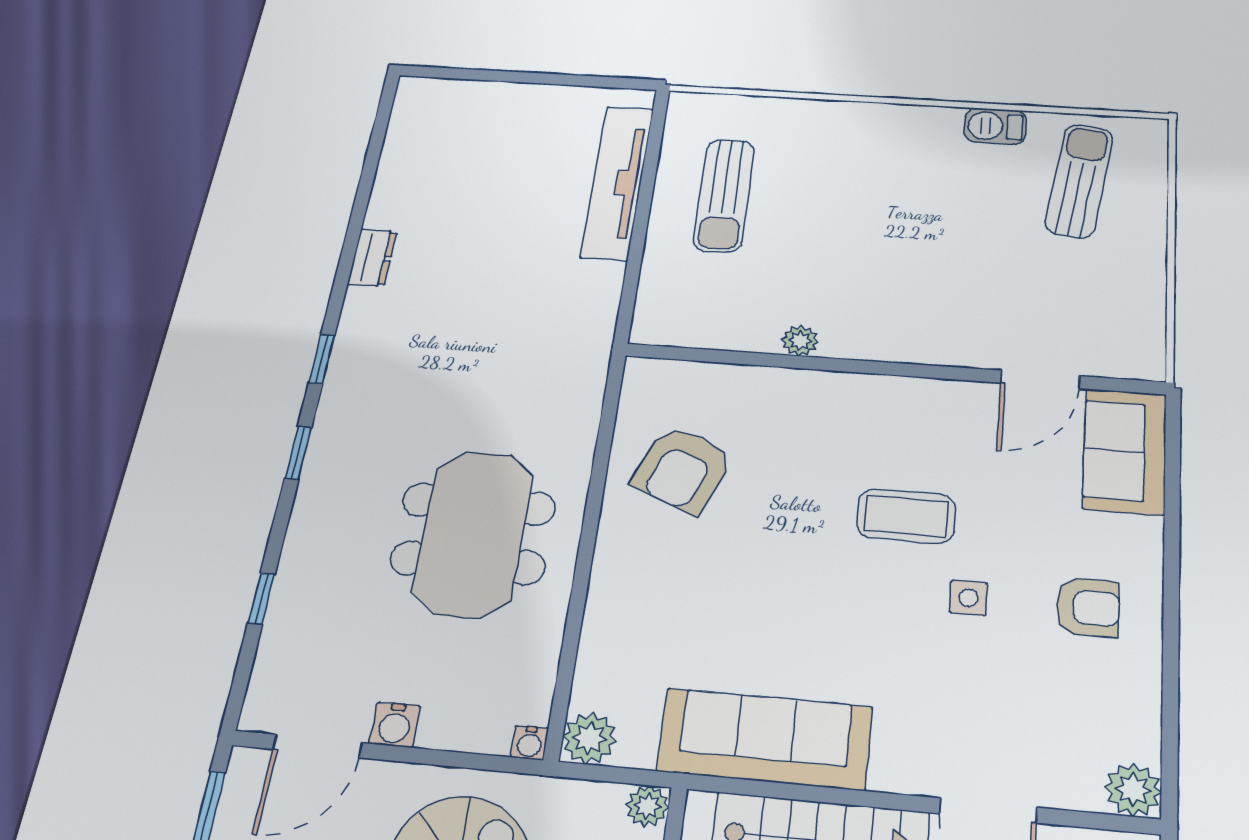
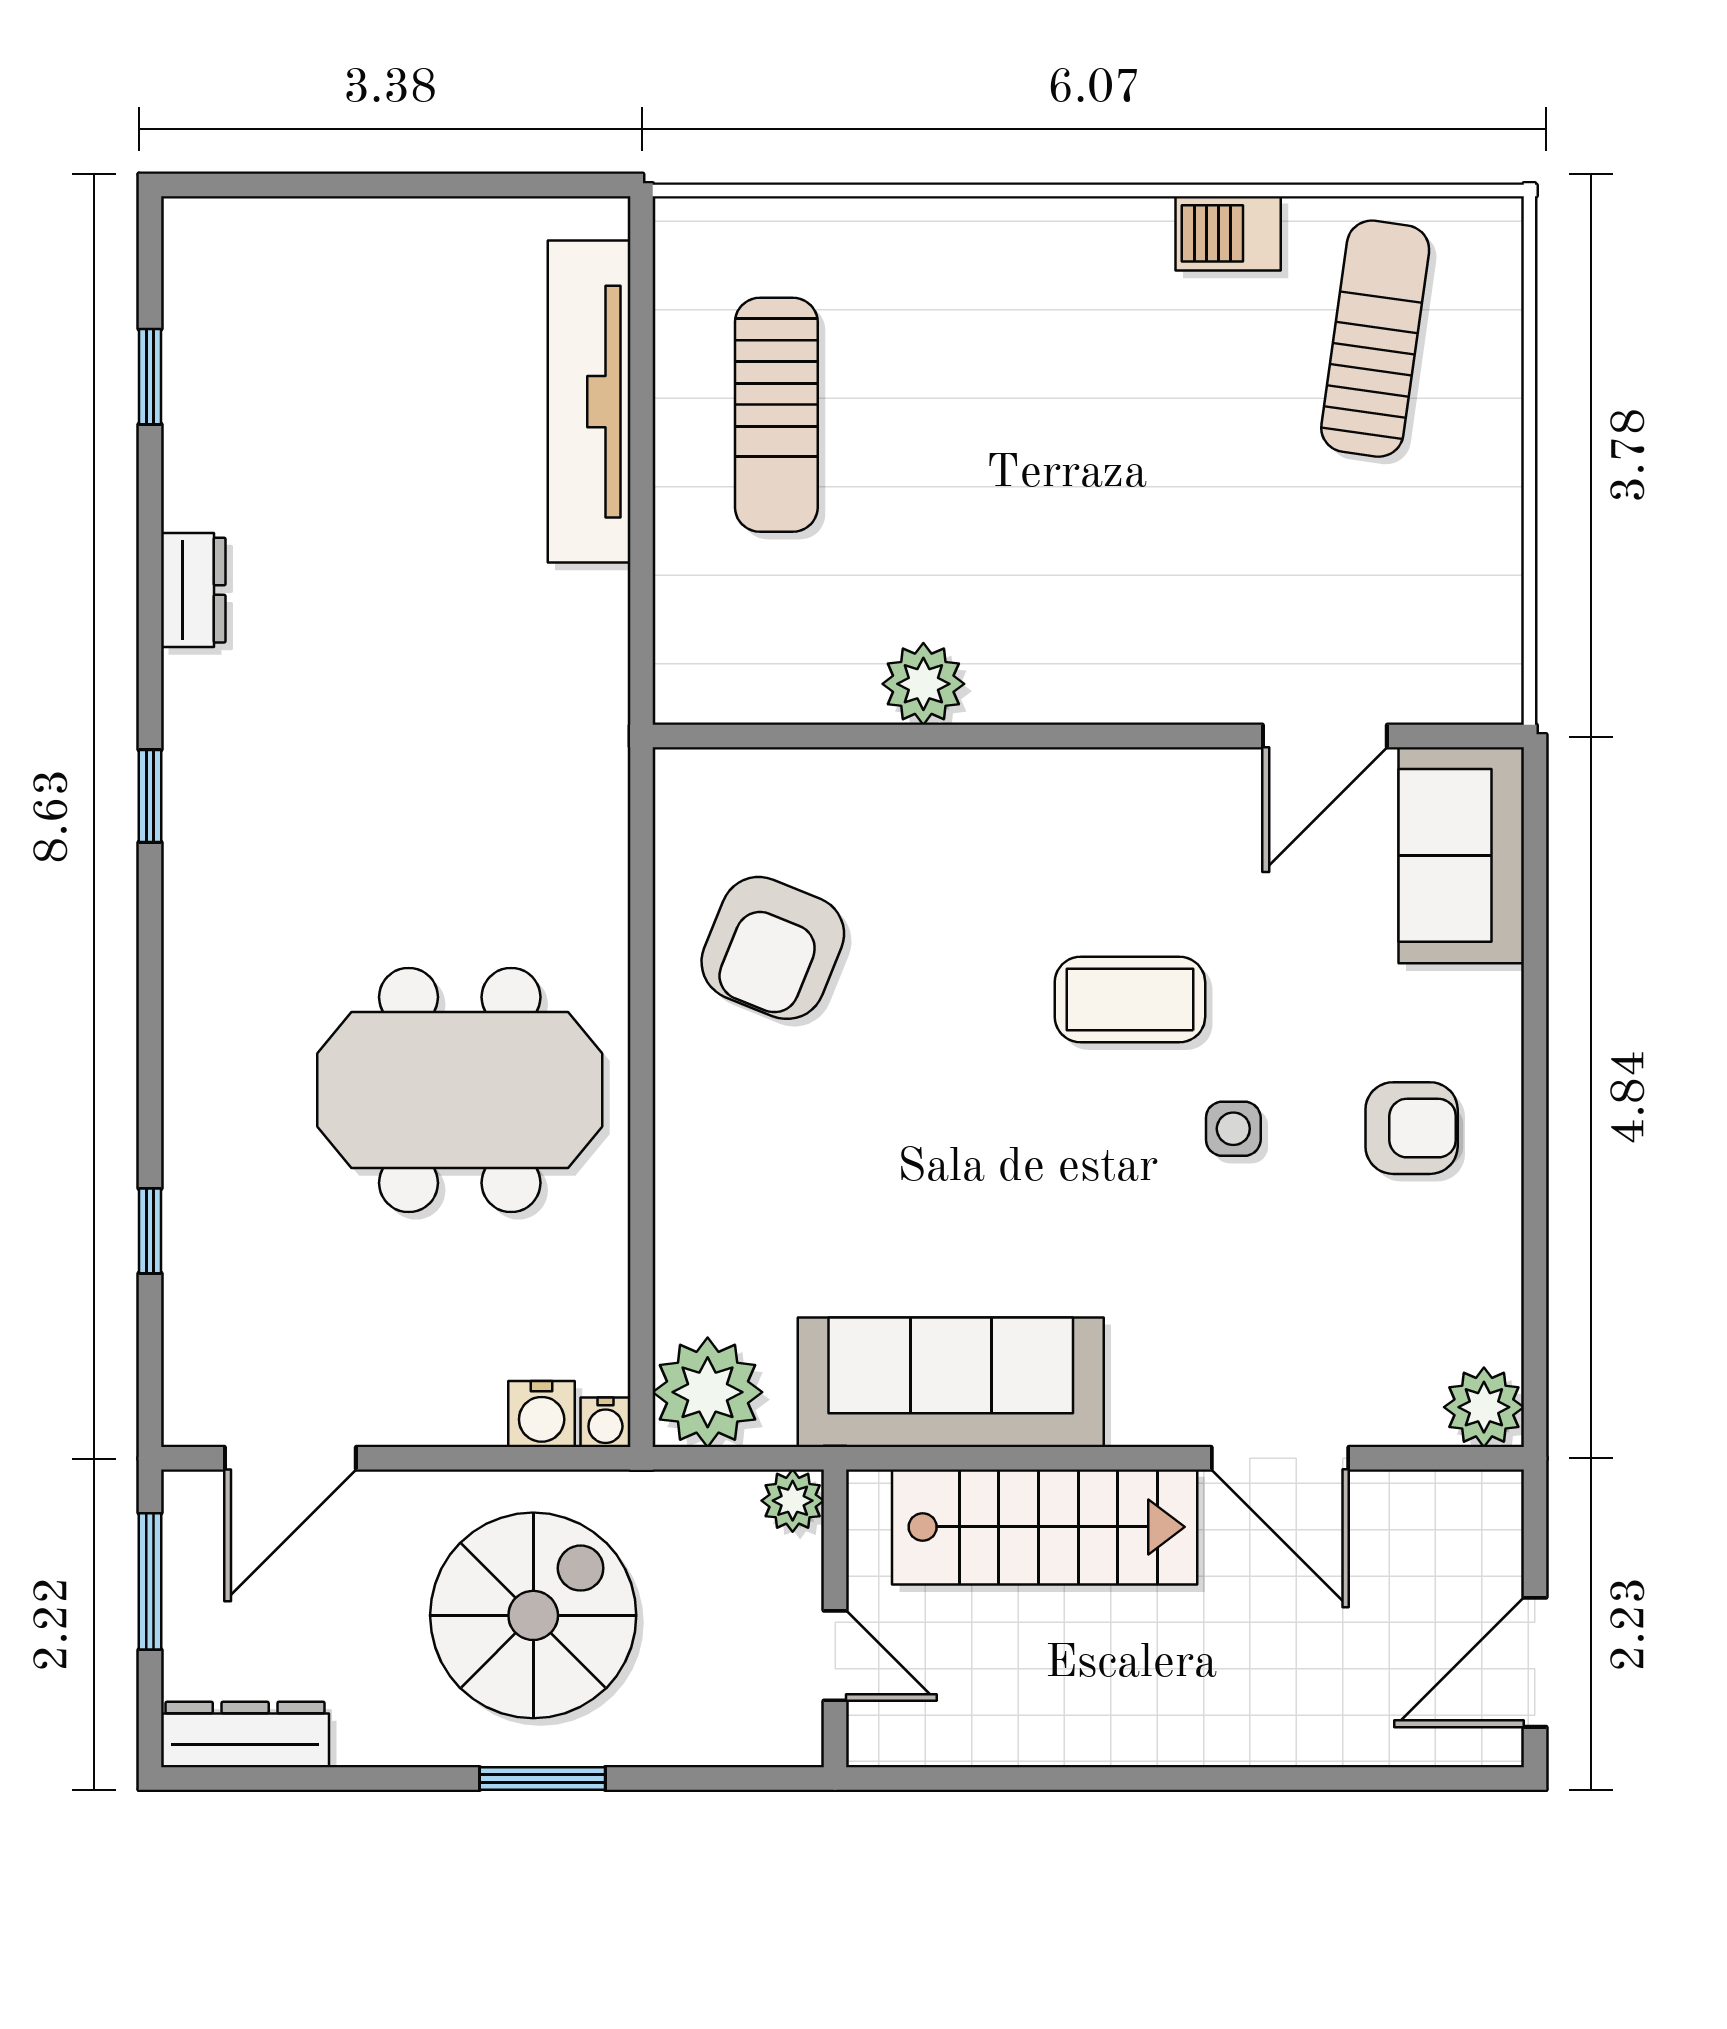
plant: (800, 341) -> (923, 684), width x1.38, depth x1.38
window: (298, 453) -> (150, 377), moved
meeting table: (473, 533) -> (460, 1090), turned 90
water cooler: (395, 725) -> (542, 1414), moved
plant: (589, 738) -> (708, 1392), width x1.36, depth x1.36

